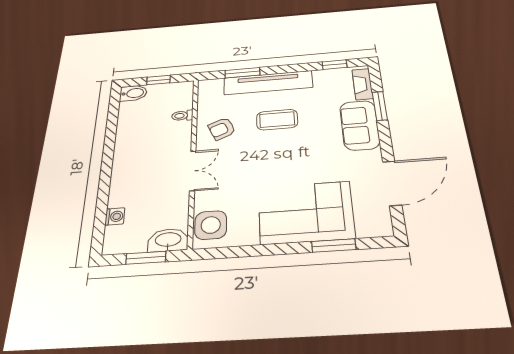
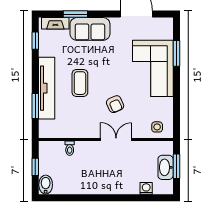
armchair: (222, 129) -> (115, 104), moved
side table: (211, 225) -> (157, 127), width x0.54, depth x0.54
washbasin: (168, 240) -> (166, 167), moved

